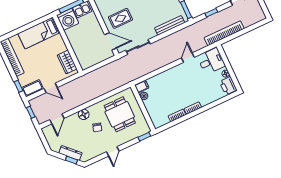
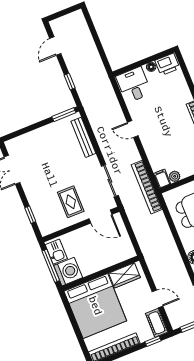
bed: (39, 33) -> (95, 306), width x2.04
bookcase: (224, 33) -> (147, 187), moved
door: (111, 41) -> (100, 217), swing flipped
door: (188, 58) -> (133, 129), moved
door: (51, 88) -> (158, 299), hinge flipped

